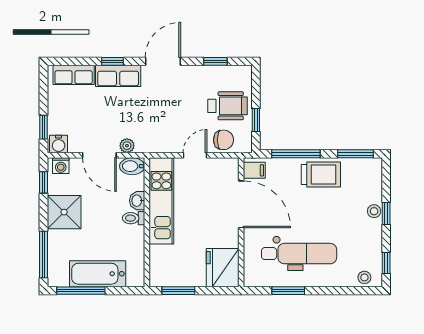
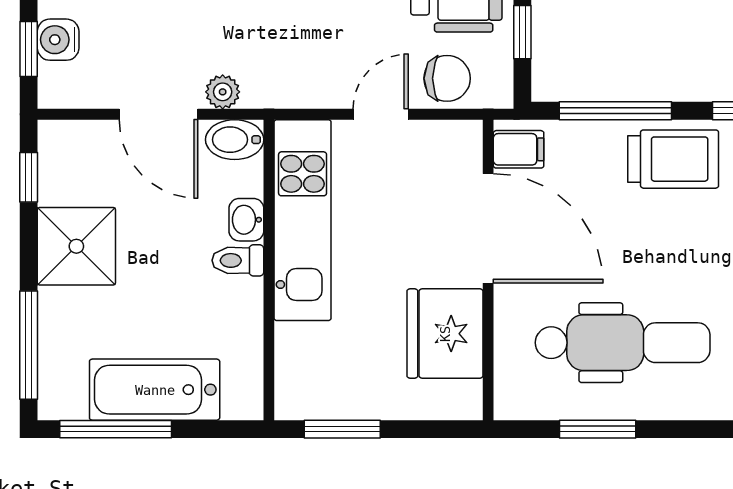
water cooler: (59, 144) -> (58, 40), moved, turned 90
washing machine: (61, 166) -> (69, 138), removed
fridge: (223, 268) -> (445, 334), moved

